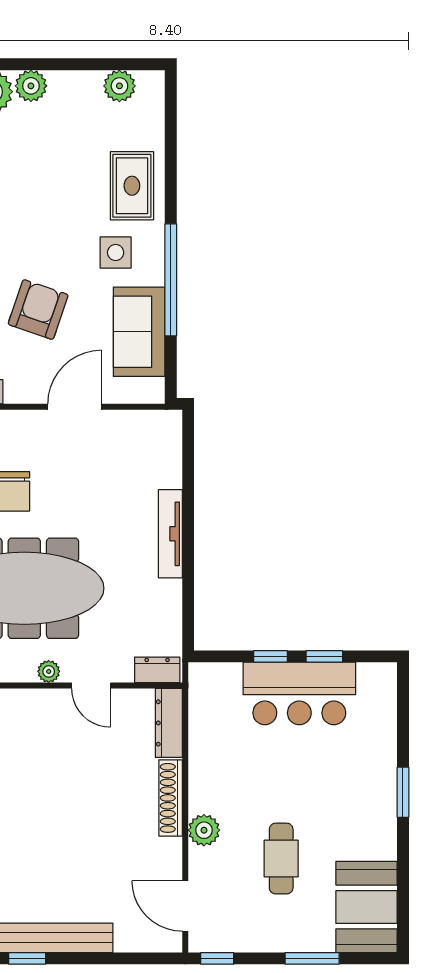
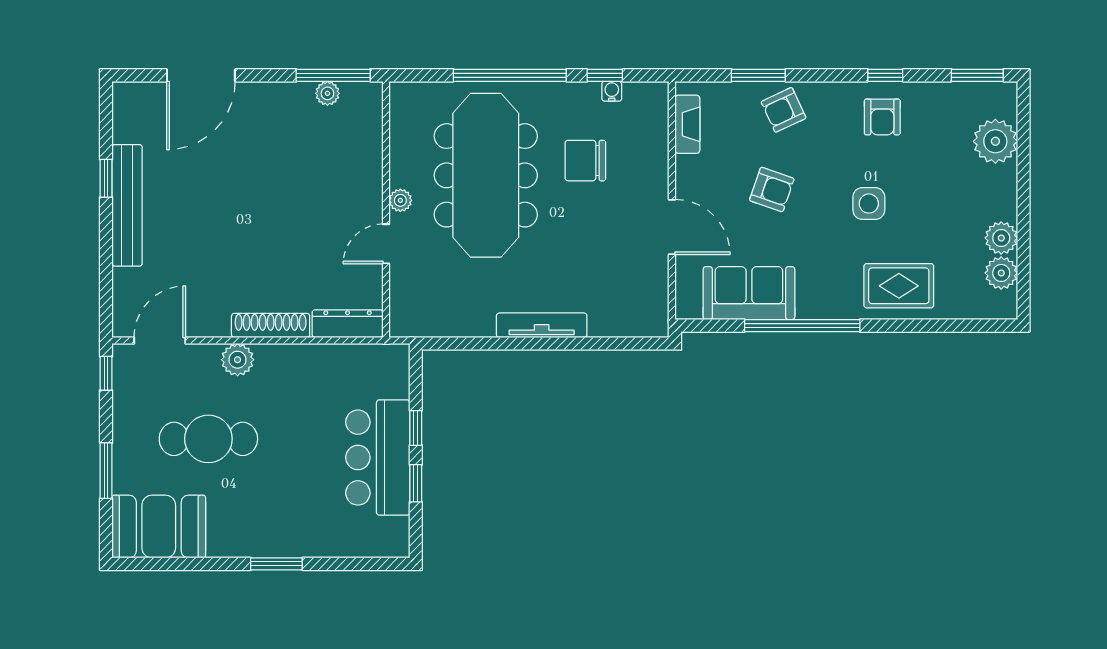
plant: (31, 86) -> (1001, 238), moved
side table: (116, 252) -> (869, 204), moved
armchair: (38, 309) -> (772, 190), width x0.72, depth x0.72
dresser: (157, 670) -> (402, 312), removed
cafe table: (281, 859) -> (208, 439), width x1.37, depth x1.35

